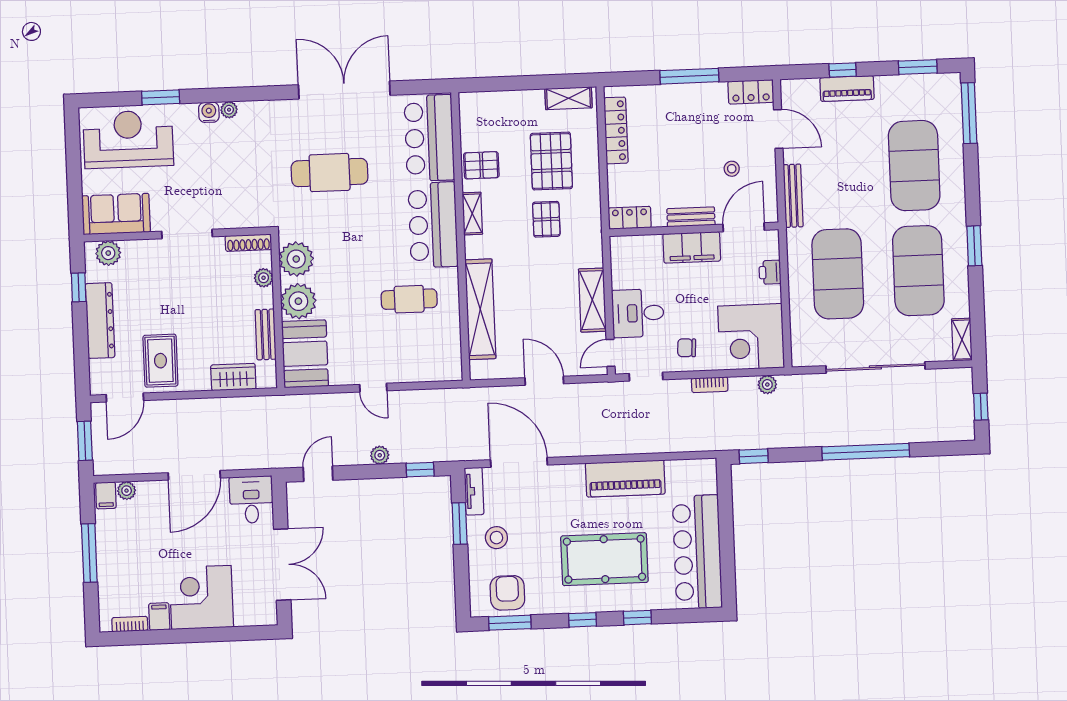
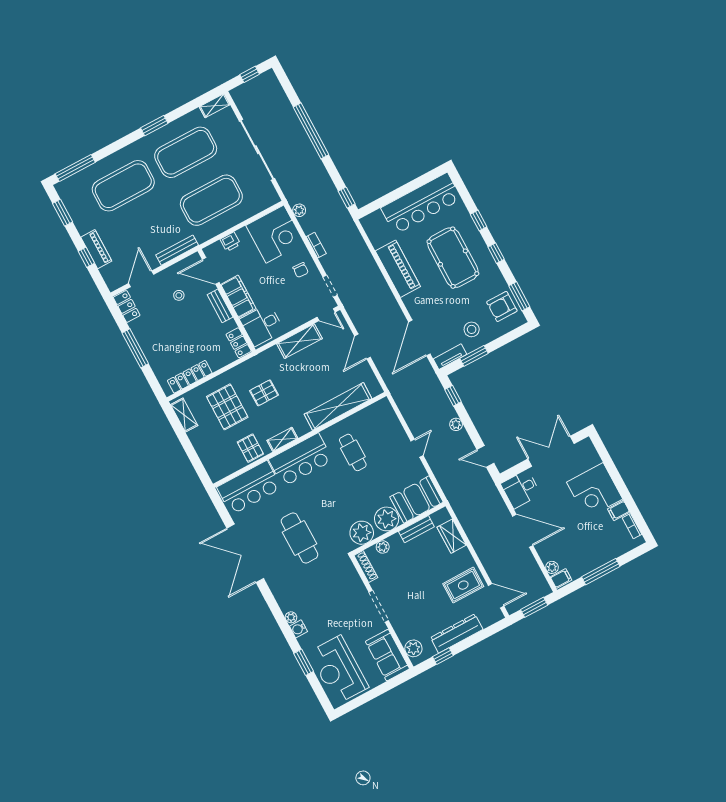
pallet: (551, 161) -> (227, 407), turned 90
desk: (638, 313) -> (262, 325), moved, turned 90

